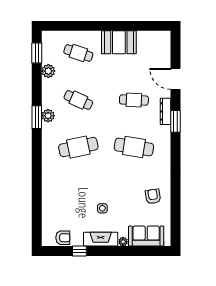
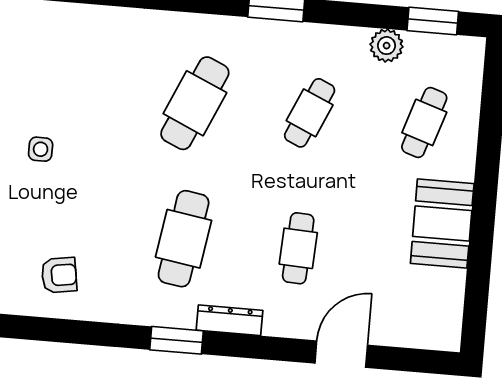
dresser: (166, 111) -> (229, 320), moved
plant: (48, 116) -> (278, 36), removed
window: (176, 121) -> (177, 340), moved
cafe table: (78, 147) -> (195, 103), turned 36

